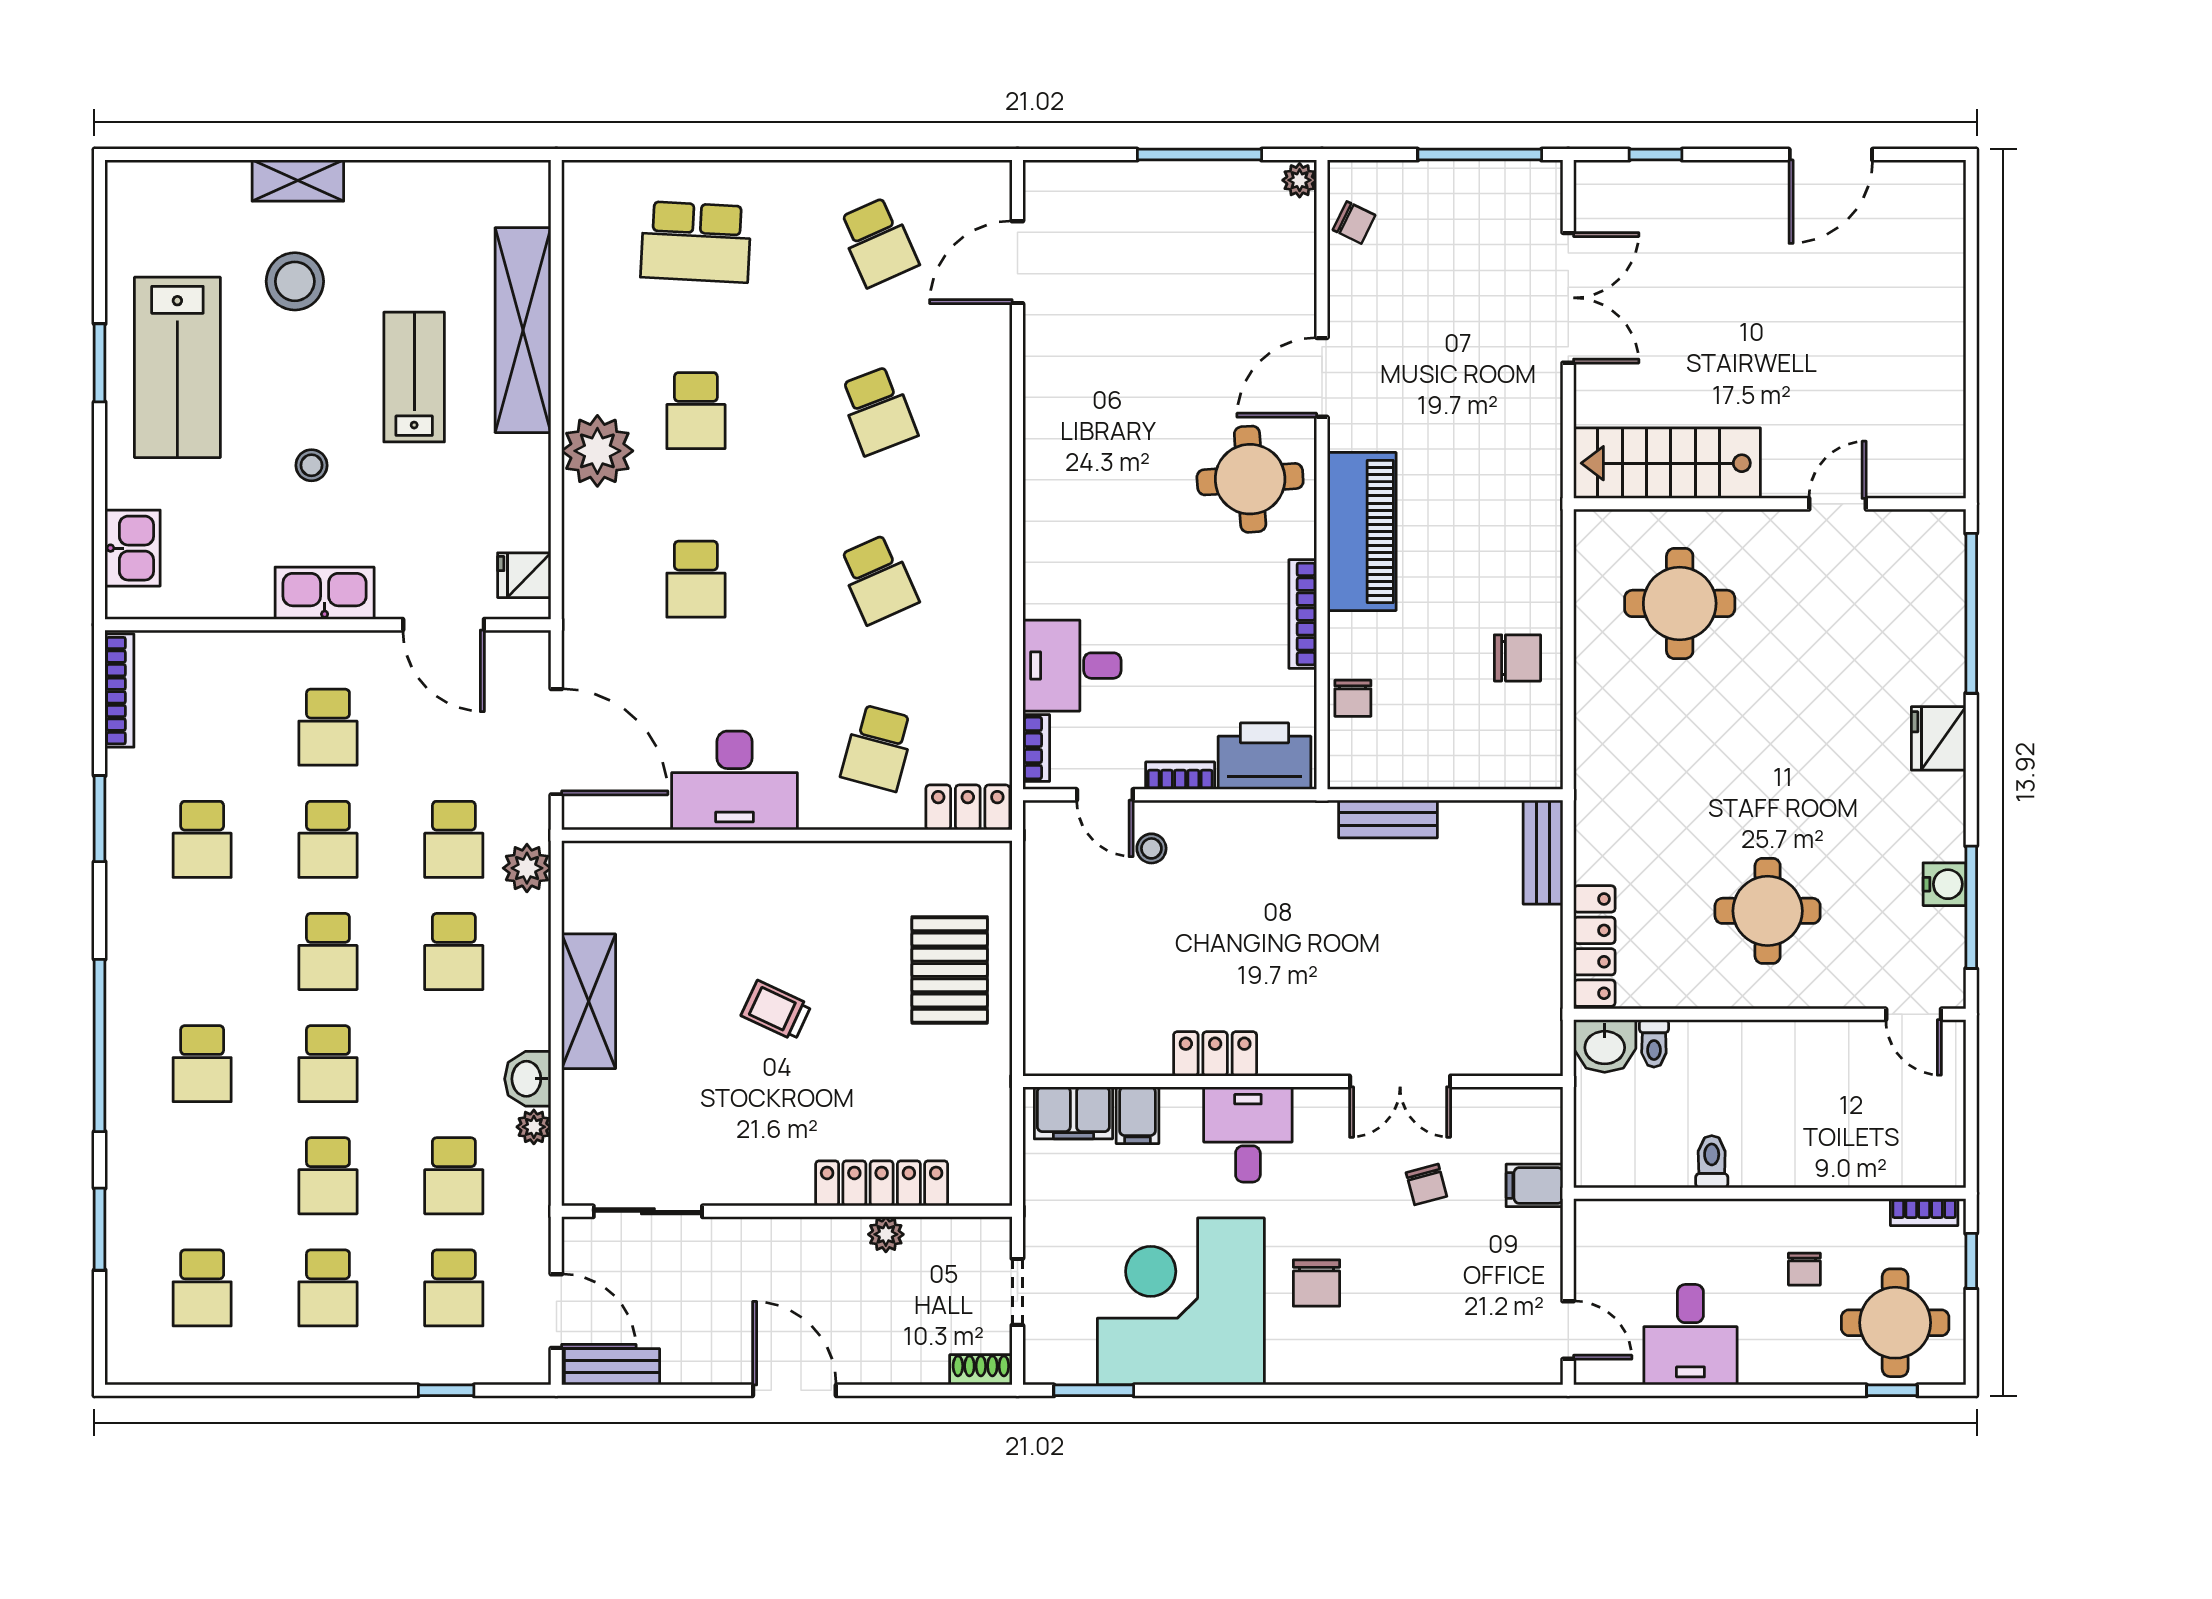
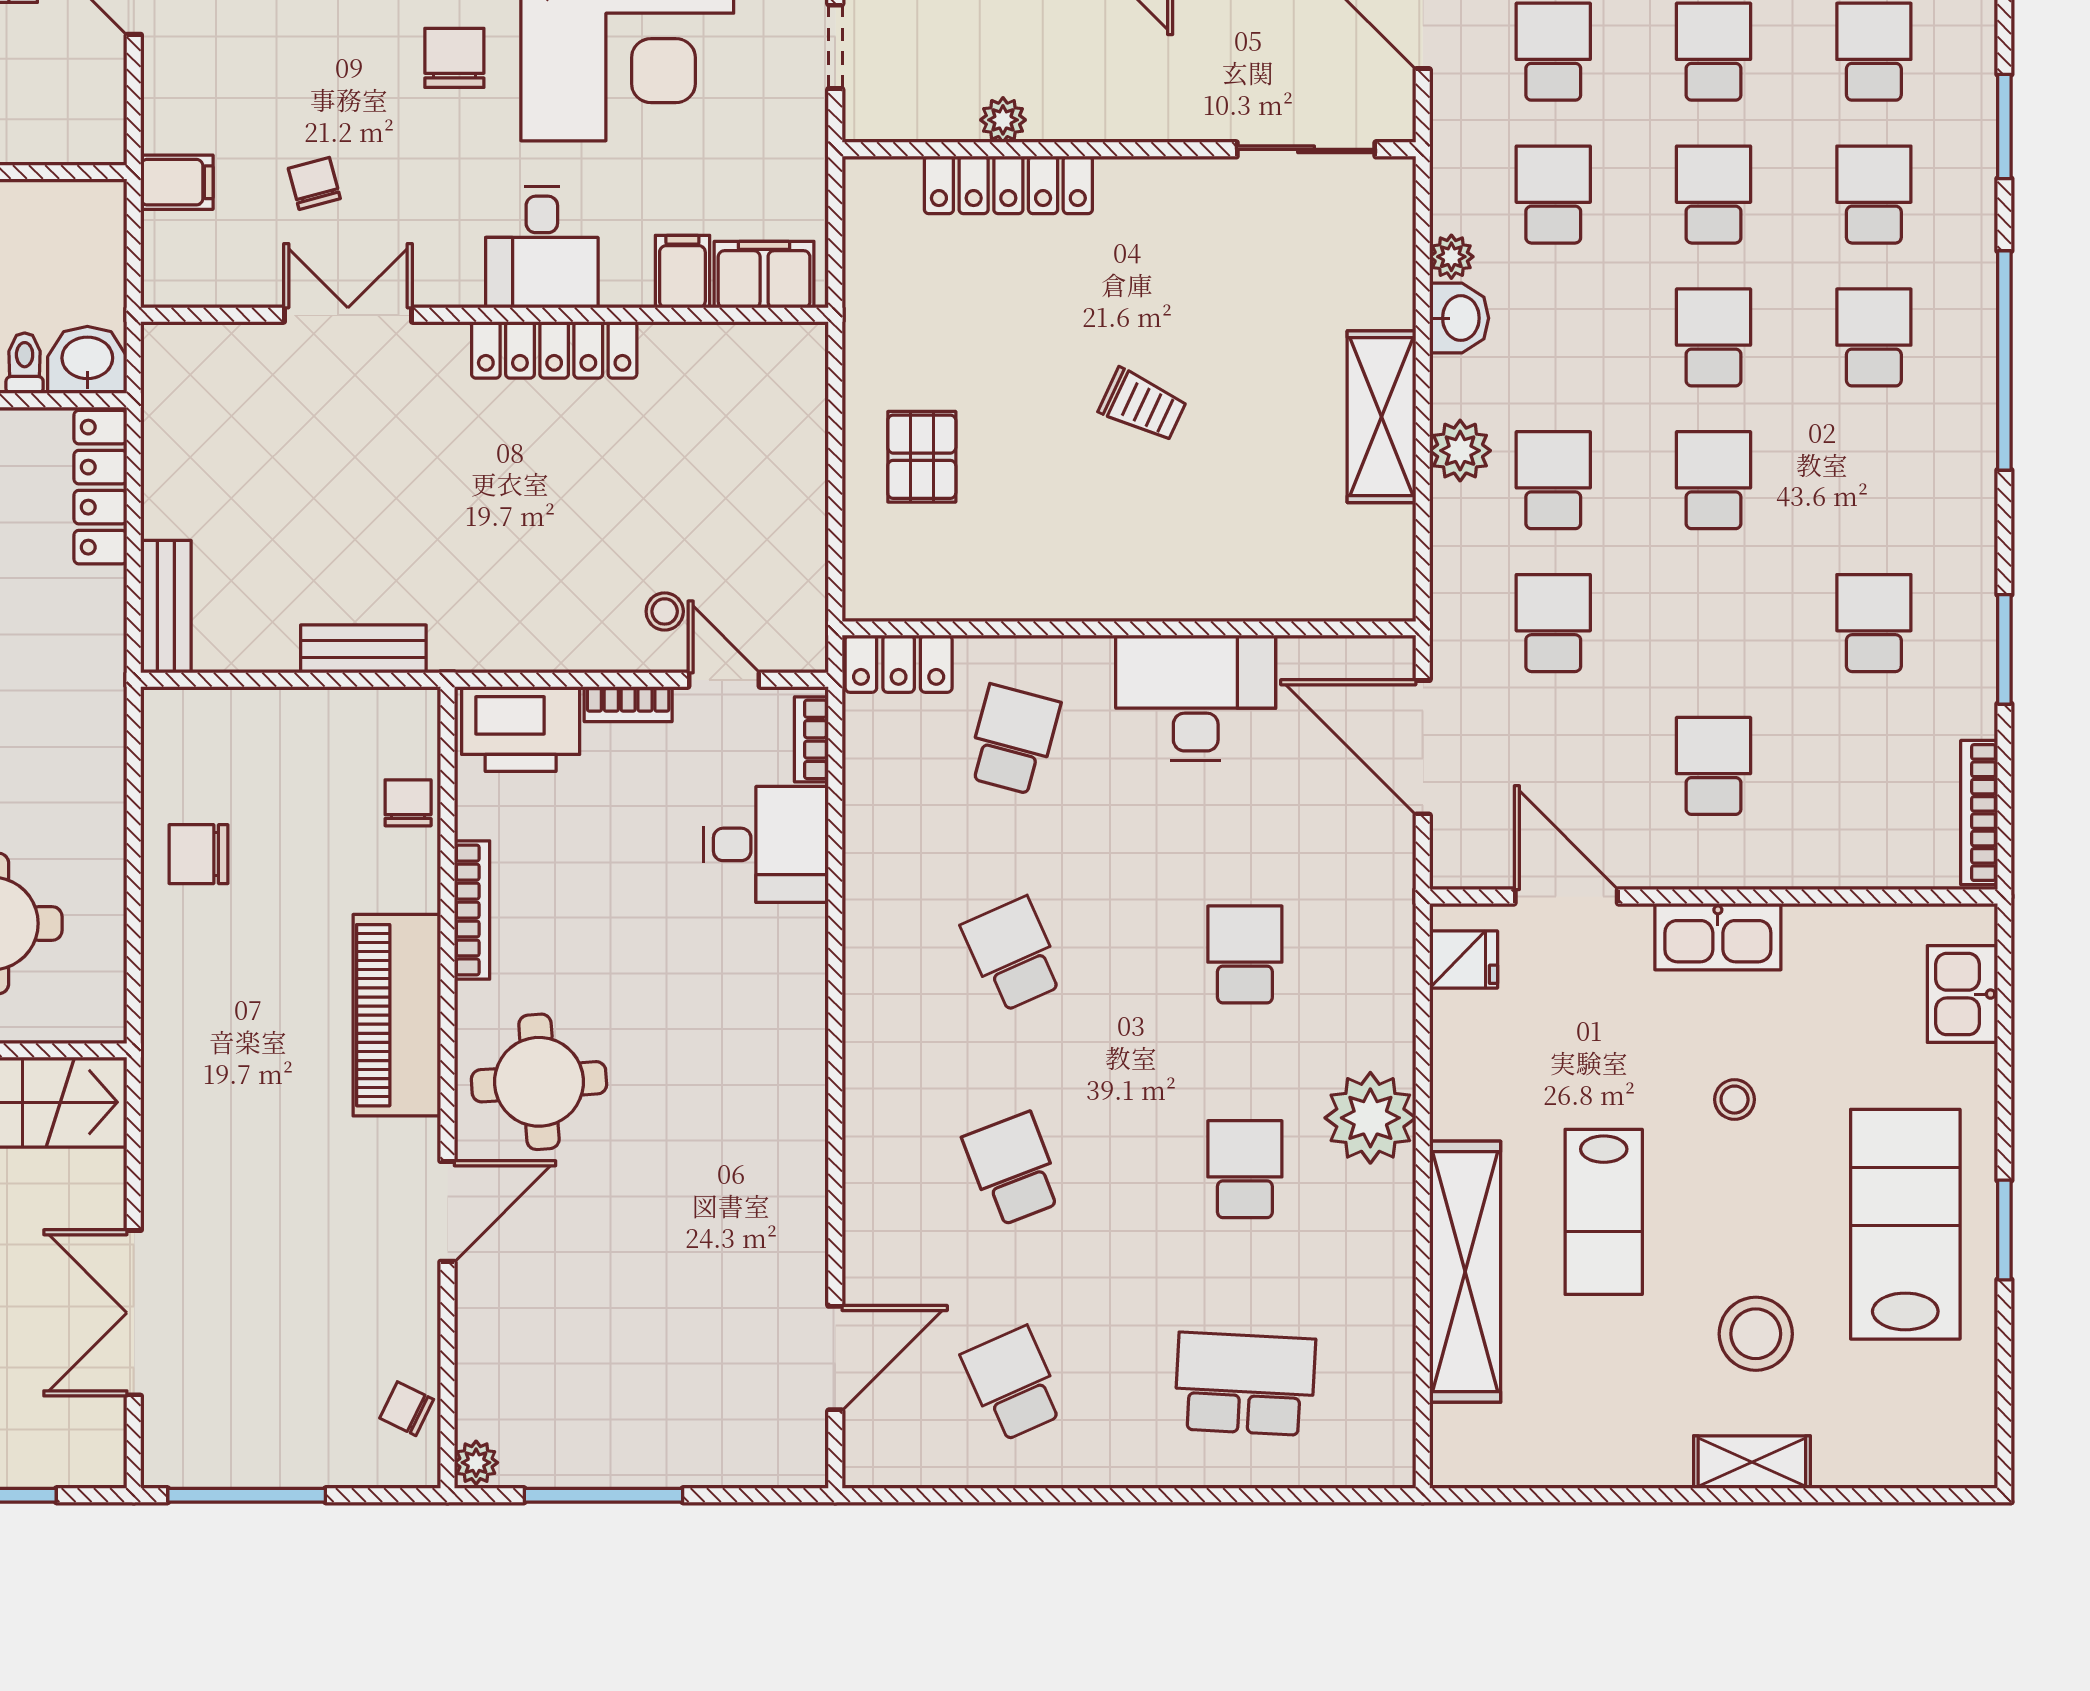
school desk: (328, 839) -> (1874, 195), moved
plant: (527, 868) -> (1460, 451), moved
pallet: (950, 970) -> (922, 457), width x0.67, depth x0.71
locker: (1215, 1054) -> (554, 350), width x1.53

